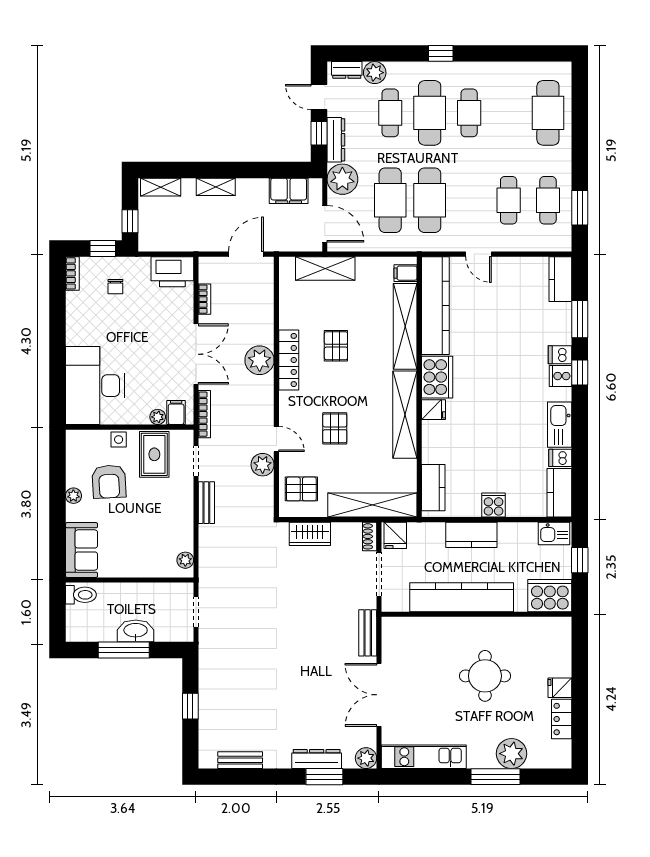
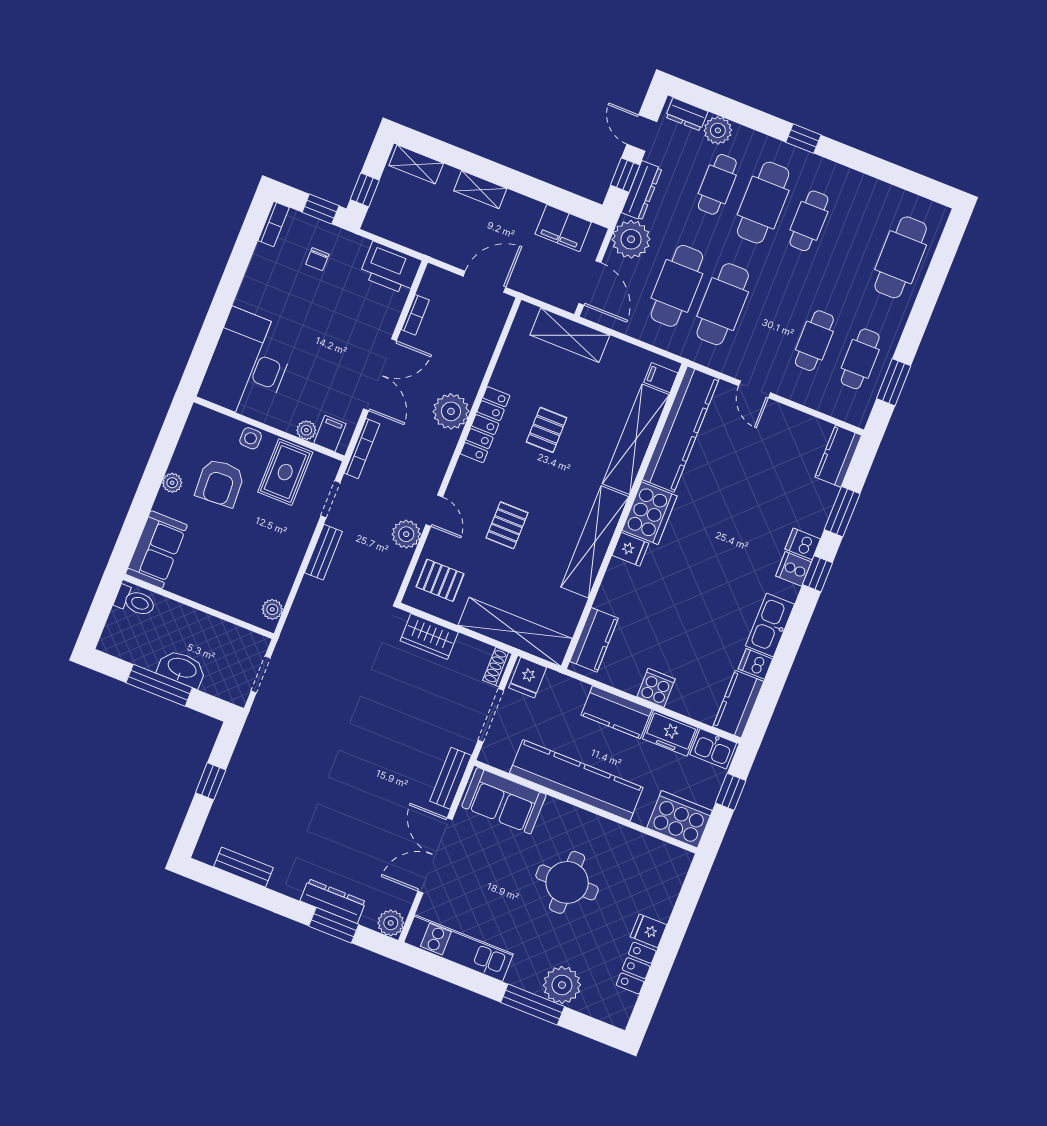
freezer: (518, 534) -> (670, 733), added
sofa: (414, 634) -> (504, 801), added

